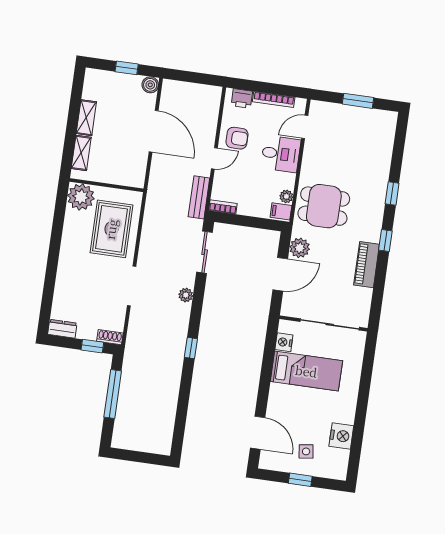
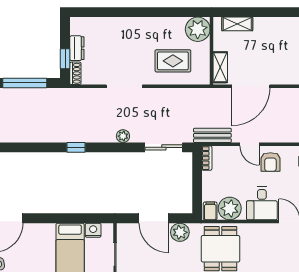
shelving: (86, 118) -> (220, 67), moved, turned 90
door: (154, 131) -> (251, 86), moved
plant: (286, 196) -> (230, 208), width x1.88, depth x1.88
rug: (111, 229) -> (173, 61), width x0.73, depth x0.70
dresser: (62, 329) -> (77, 48), moved

